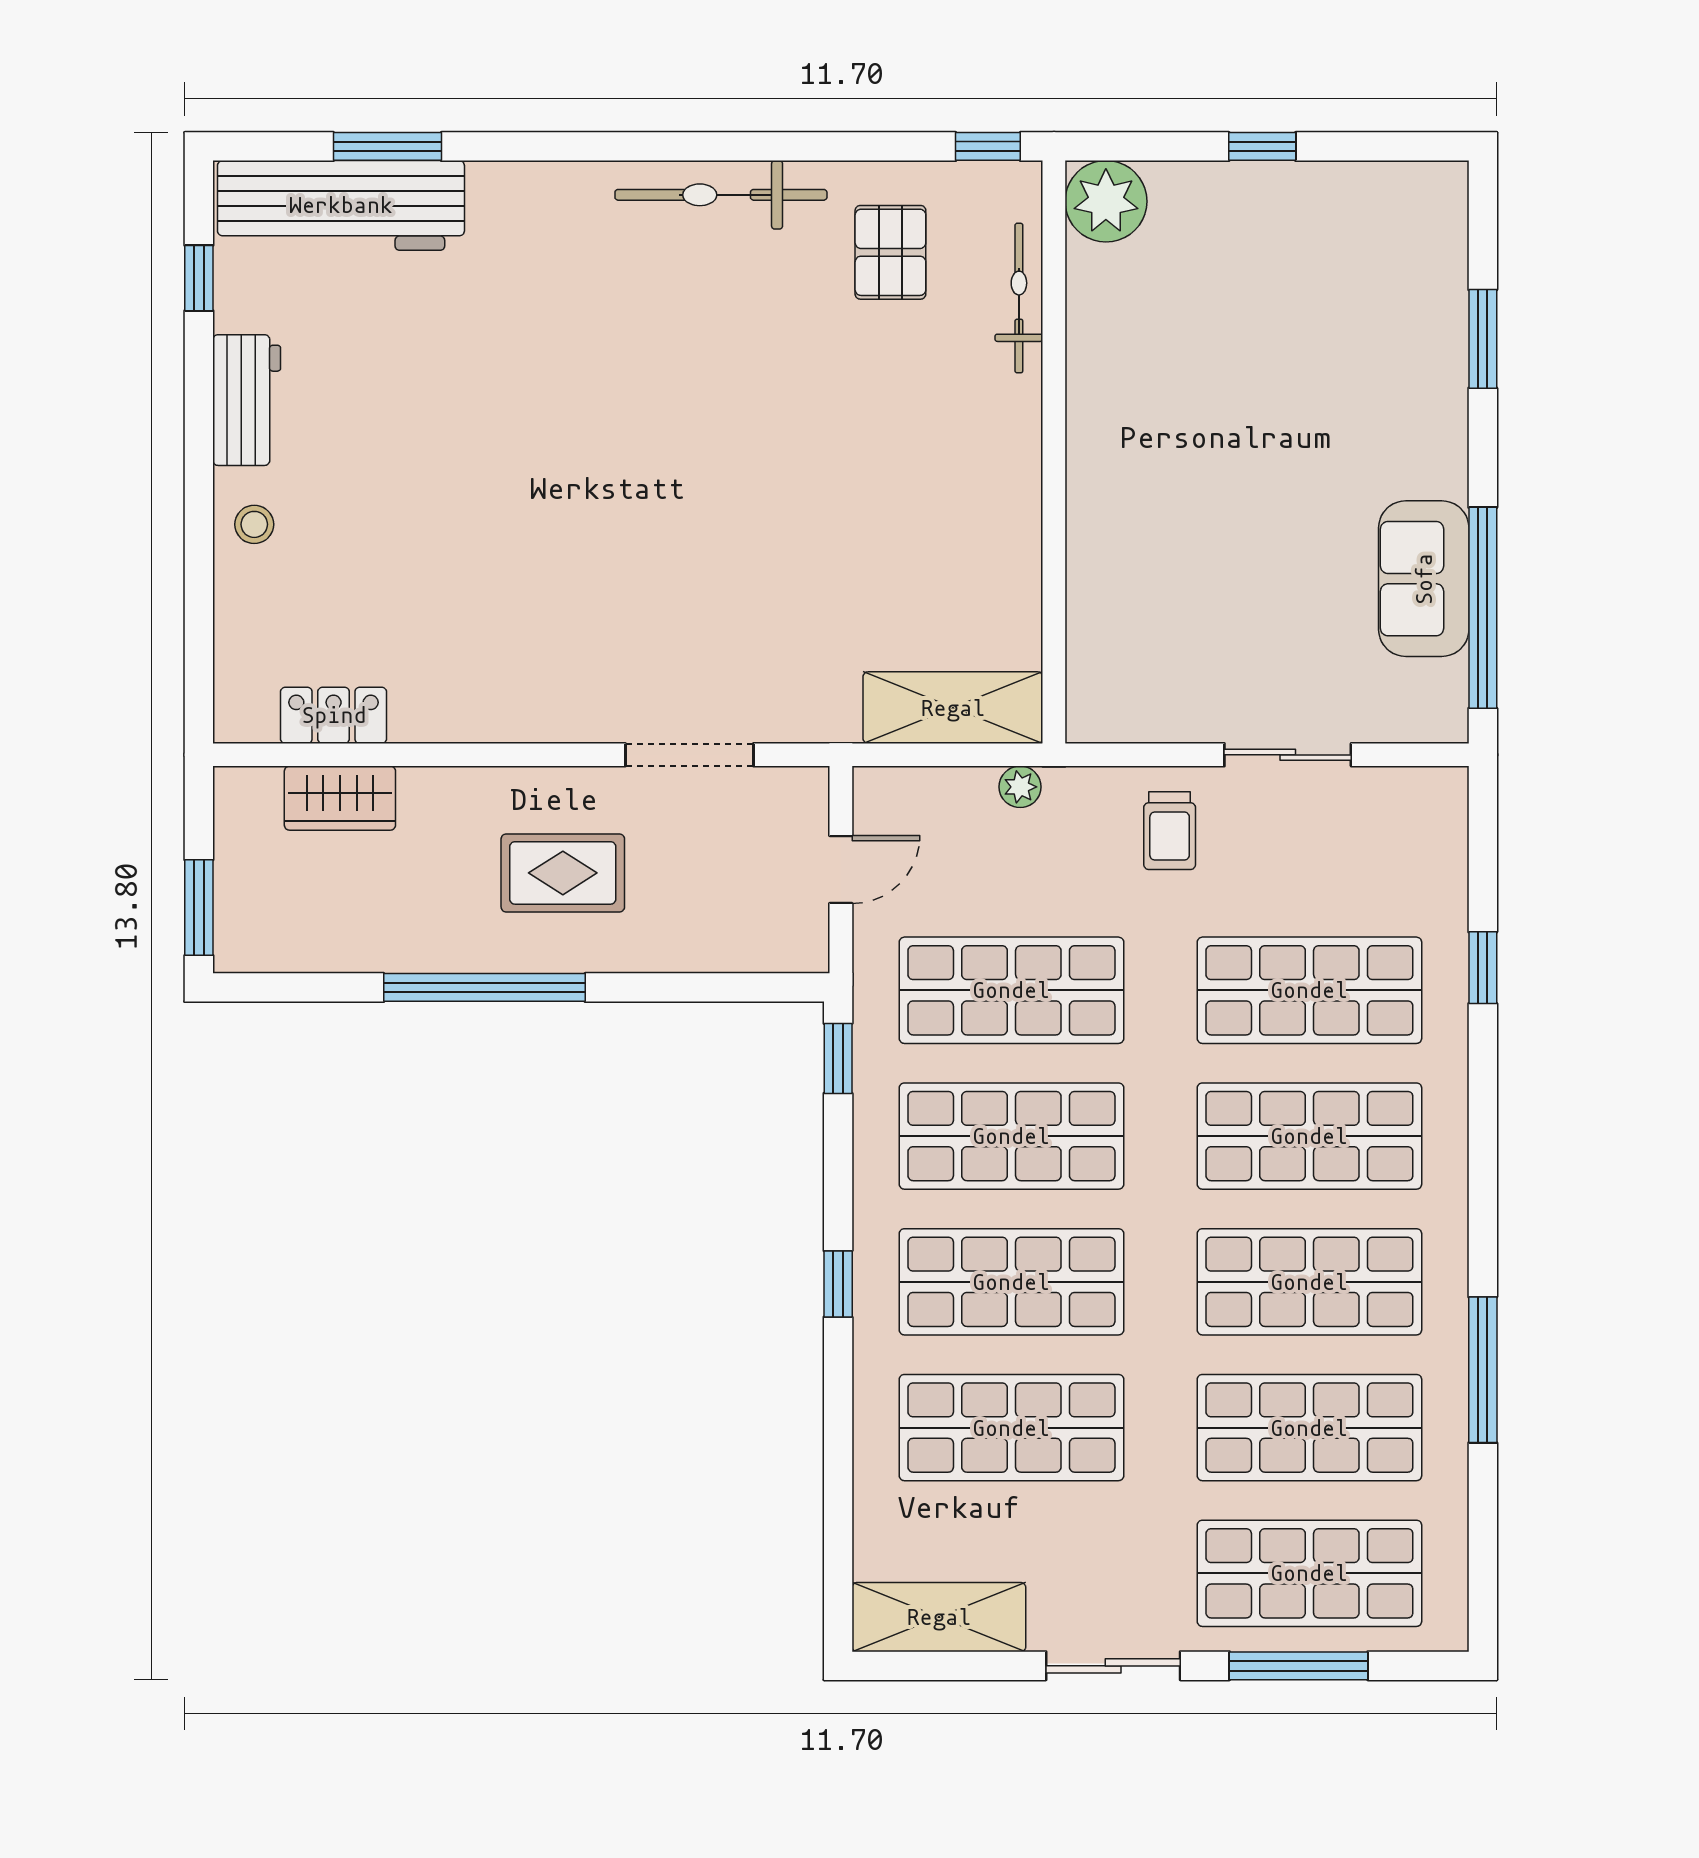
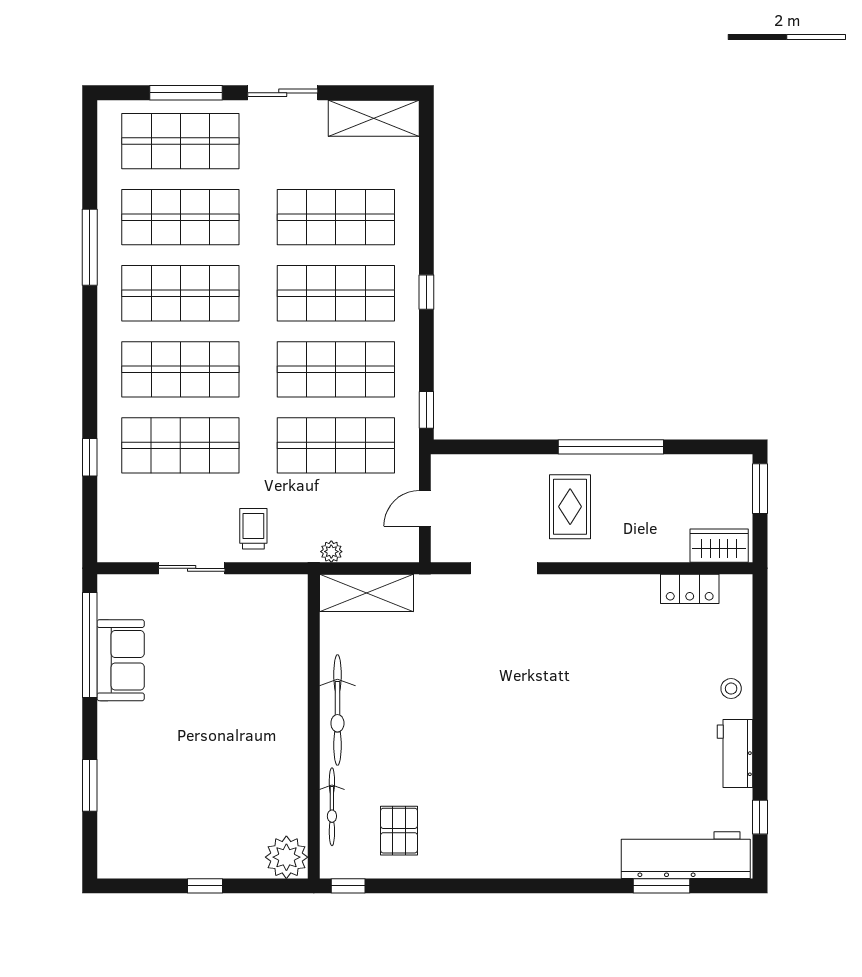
bicycle: (721, 195) -> (337, 710), moved, turned 90
wardrobe: (340, 798) -> (719, 546), moved
rug: (563, 873) -> (570, 507), turned 90

